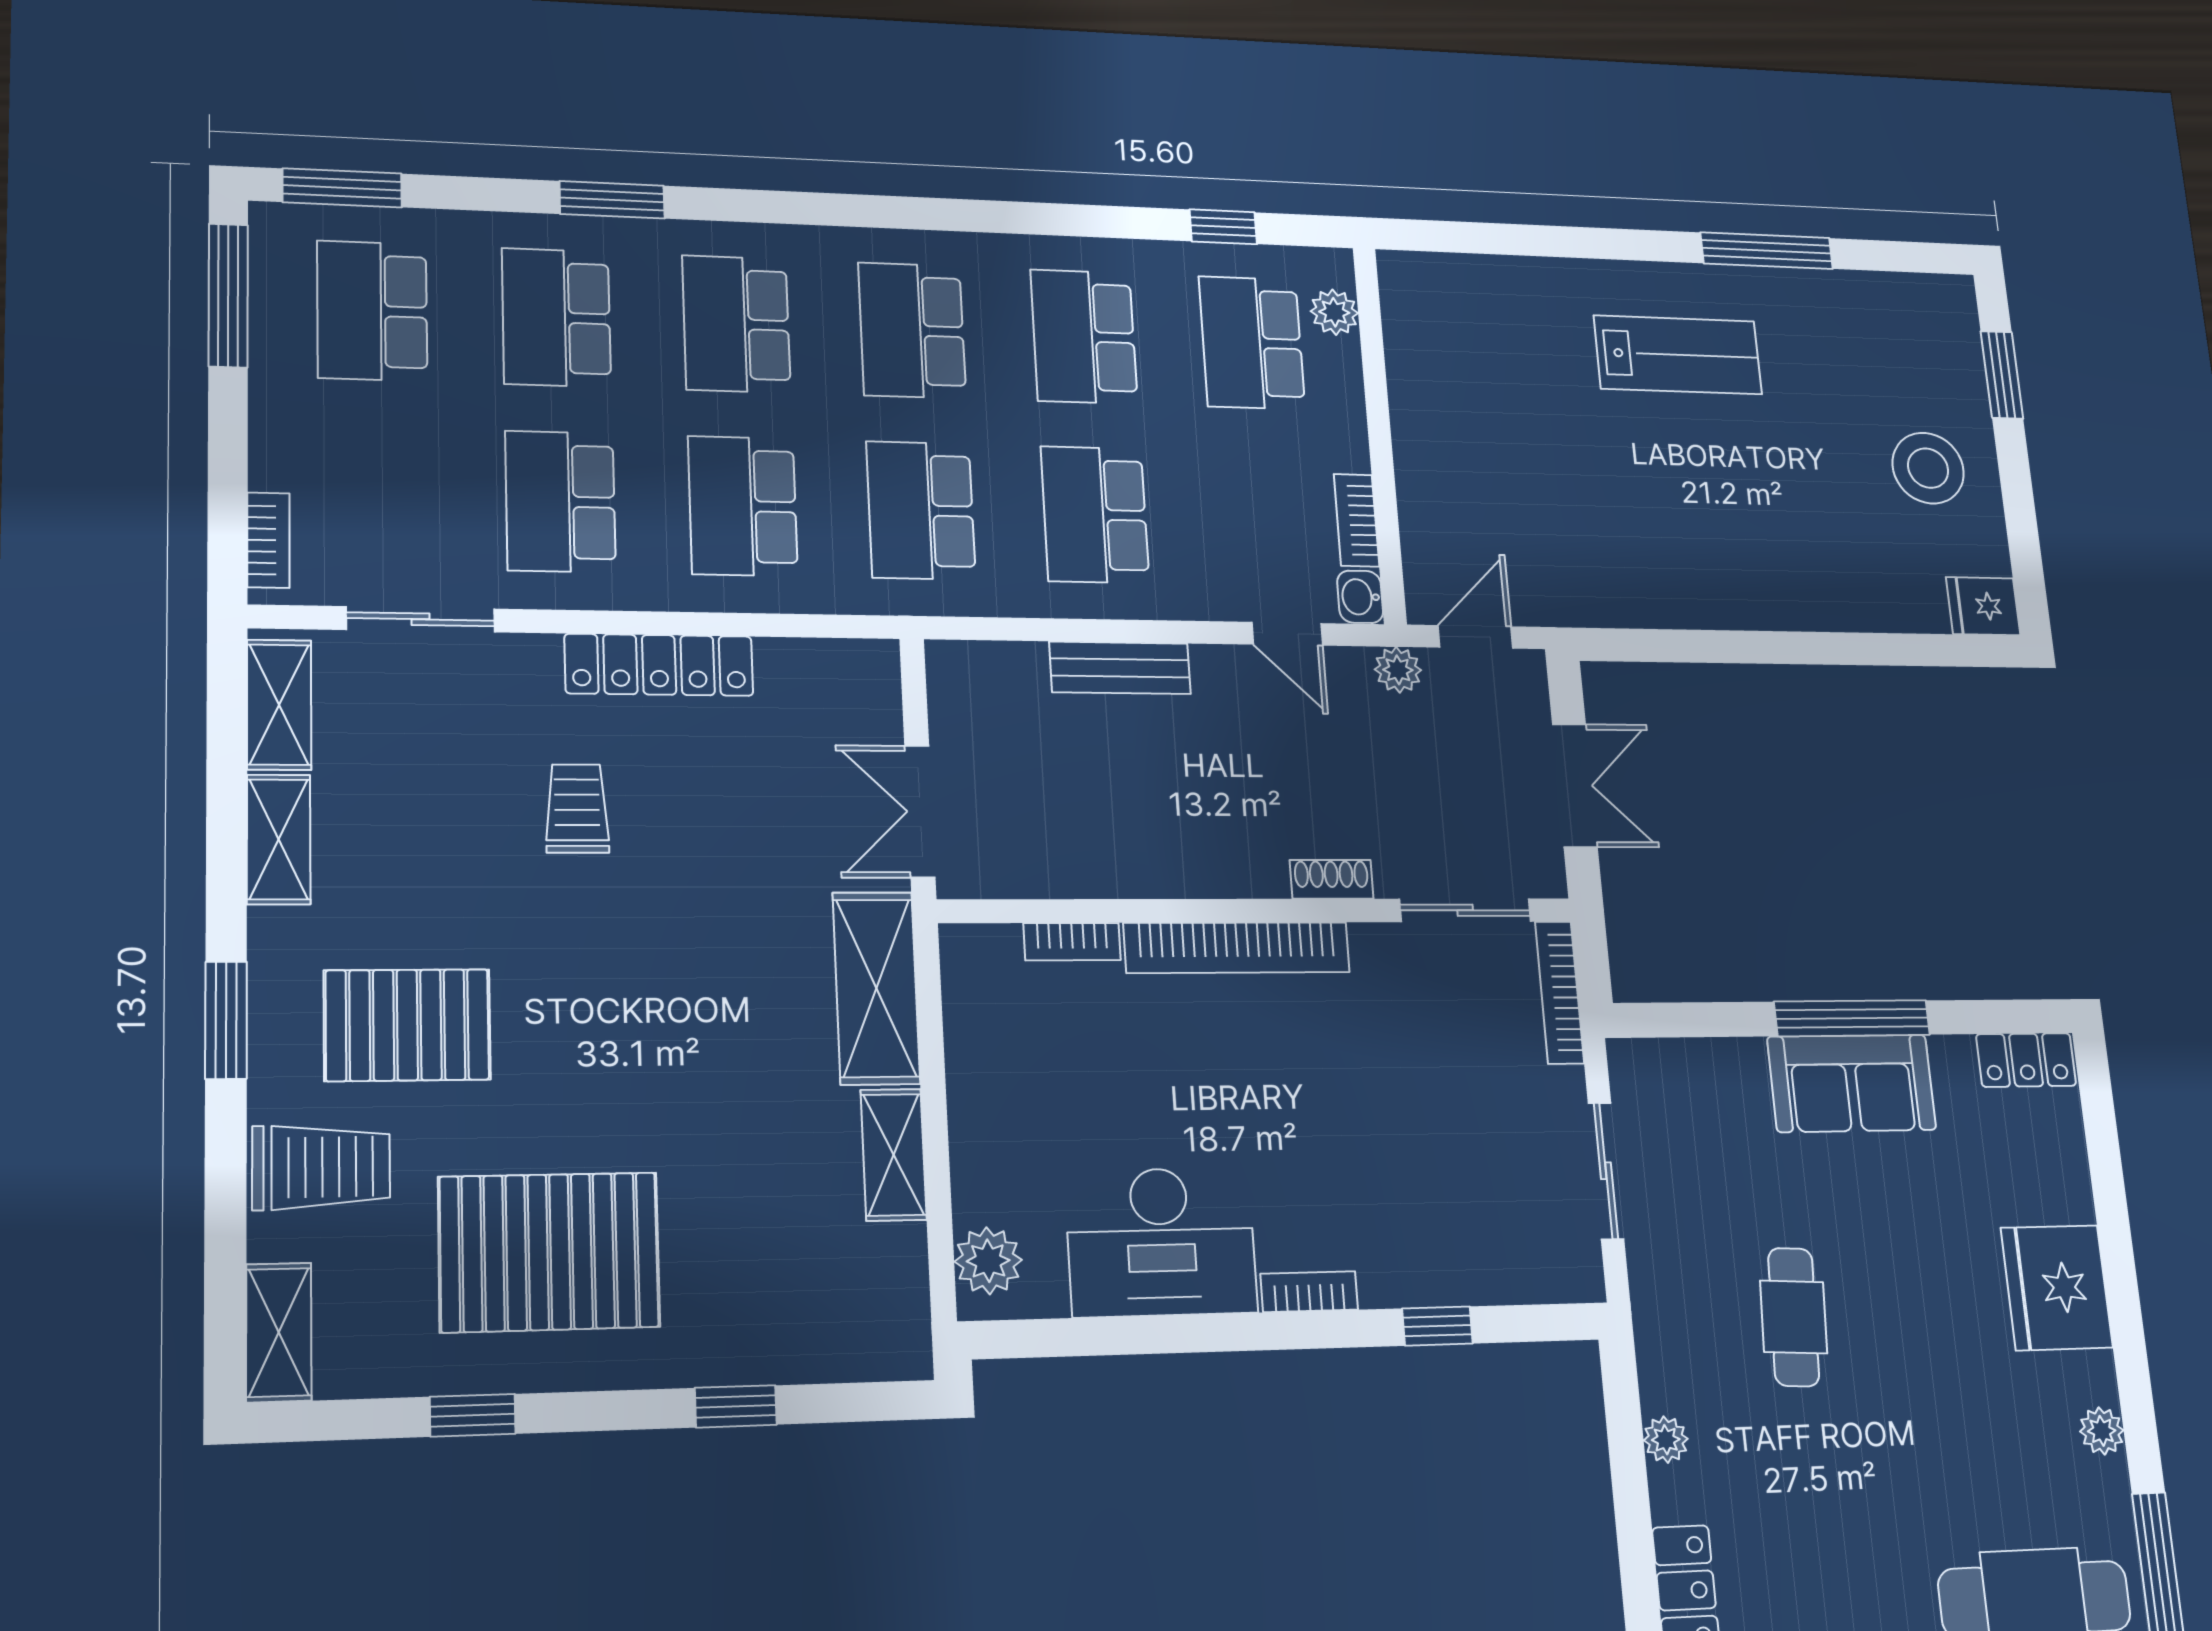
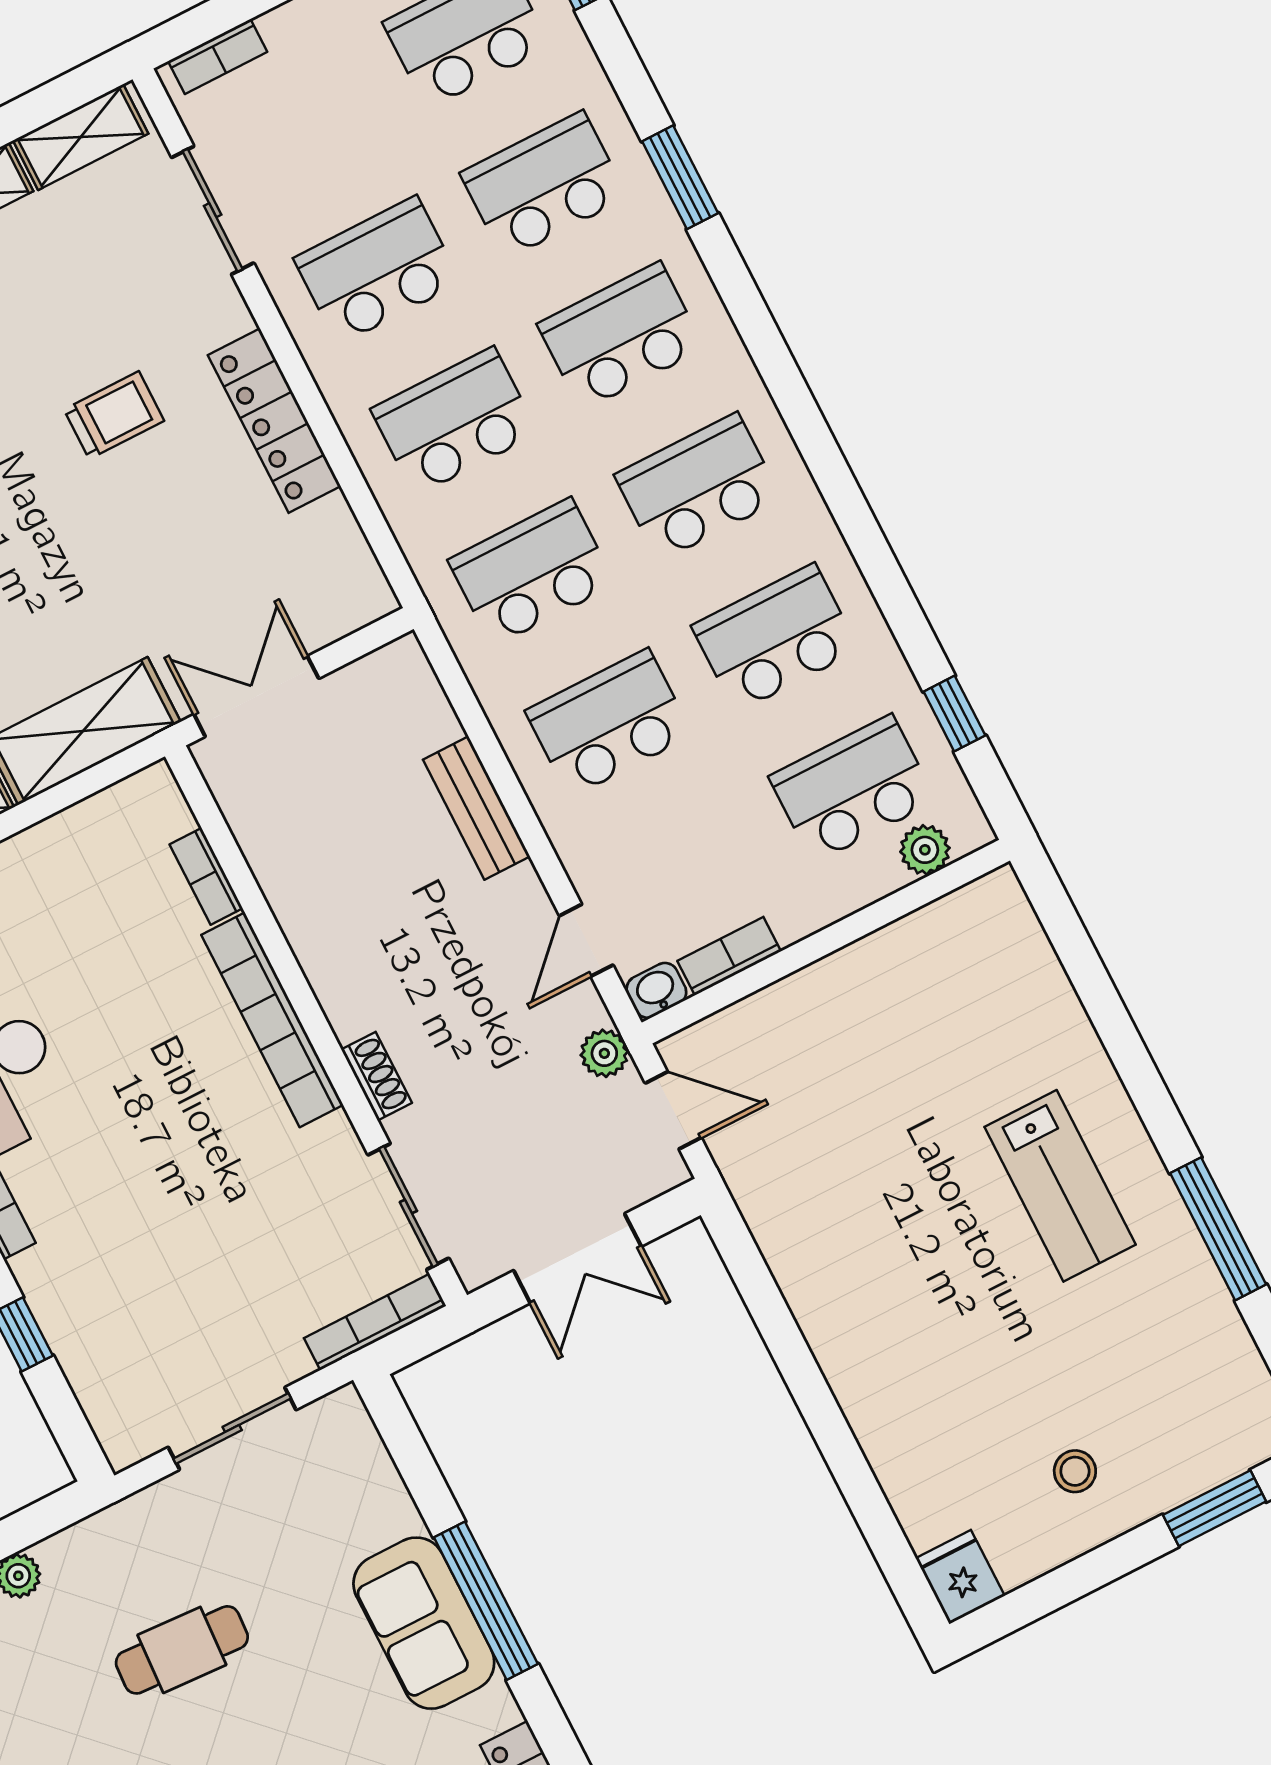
stool: (1928, 468) -> (1075, 1471), width x0.53, depth x0.53

